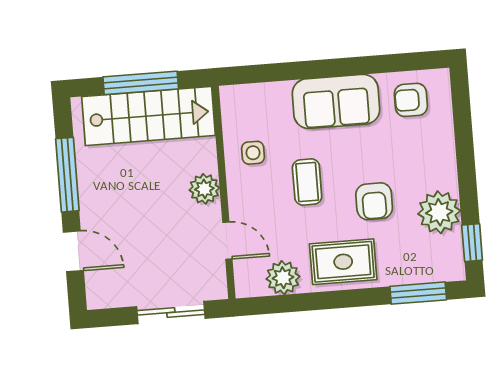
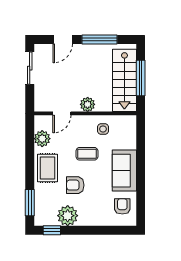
sliding door: (171, 313) -> (30, 68), moved

